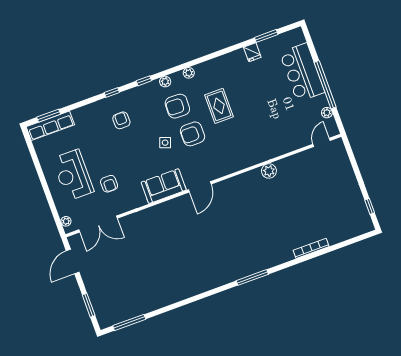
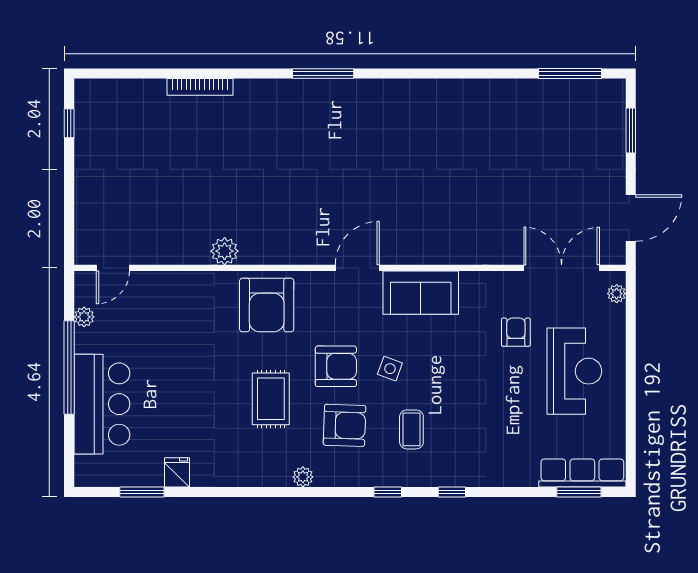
plant: (165, 82) -> (350, 477), removed
coffee table: (143, 116) -> (411, 429), added
armchair: (121, 120) -> (267, 305), moved, width x1.88, depth x1.88

